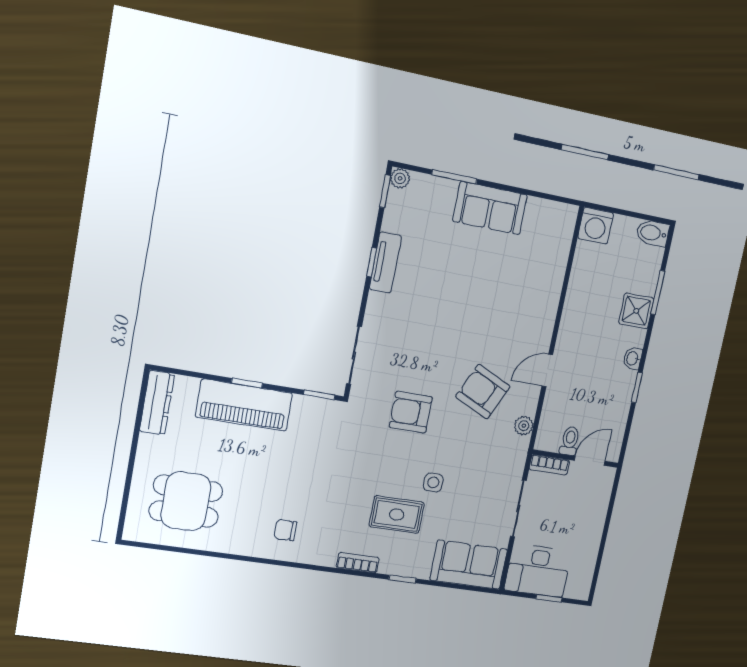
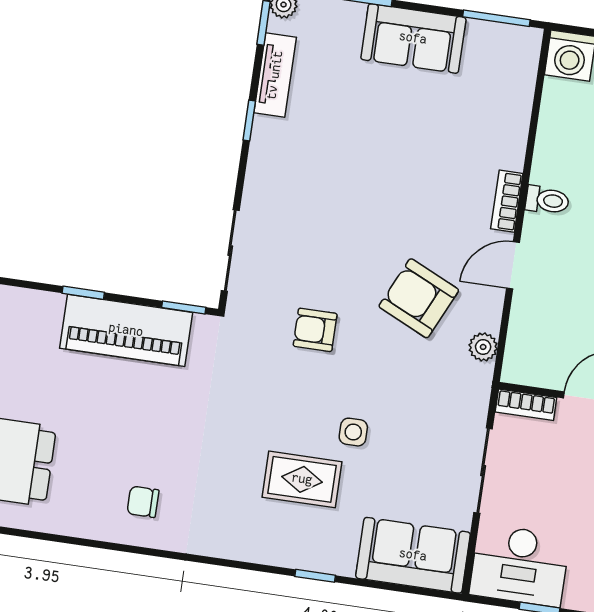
window: (548, 197) -> (496, 18), added
tv unit: (385, 262) -> (275, 75), moved
piano: (244, 405) -> (126, 330), moved
armchair: (411, 412) -> (315, 330), width x0.72, depth x0.72
toilet: (570, 441) -> (547, 200), moved, turned 90
bookcase: (358, 563) -> (507, 201), moved, turned -90

